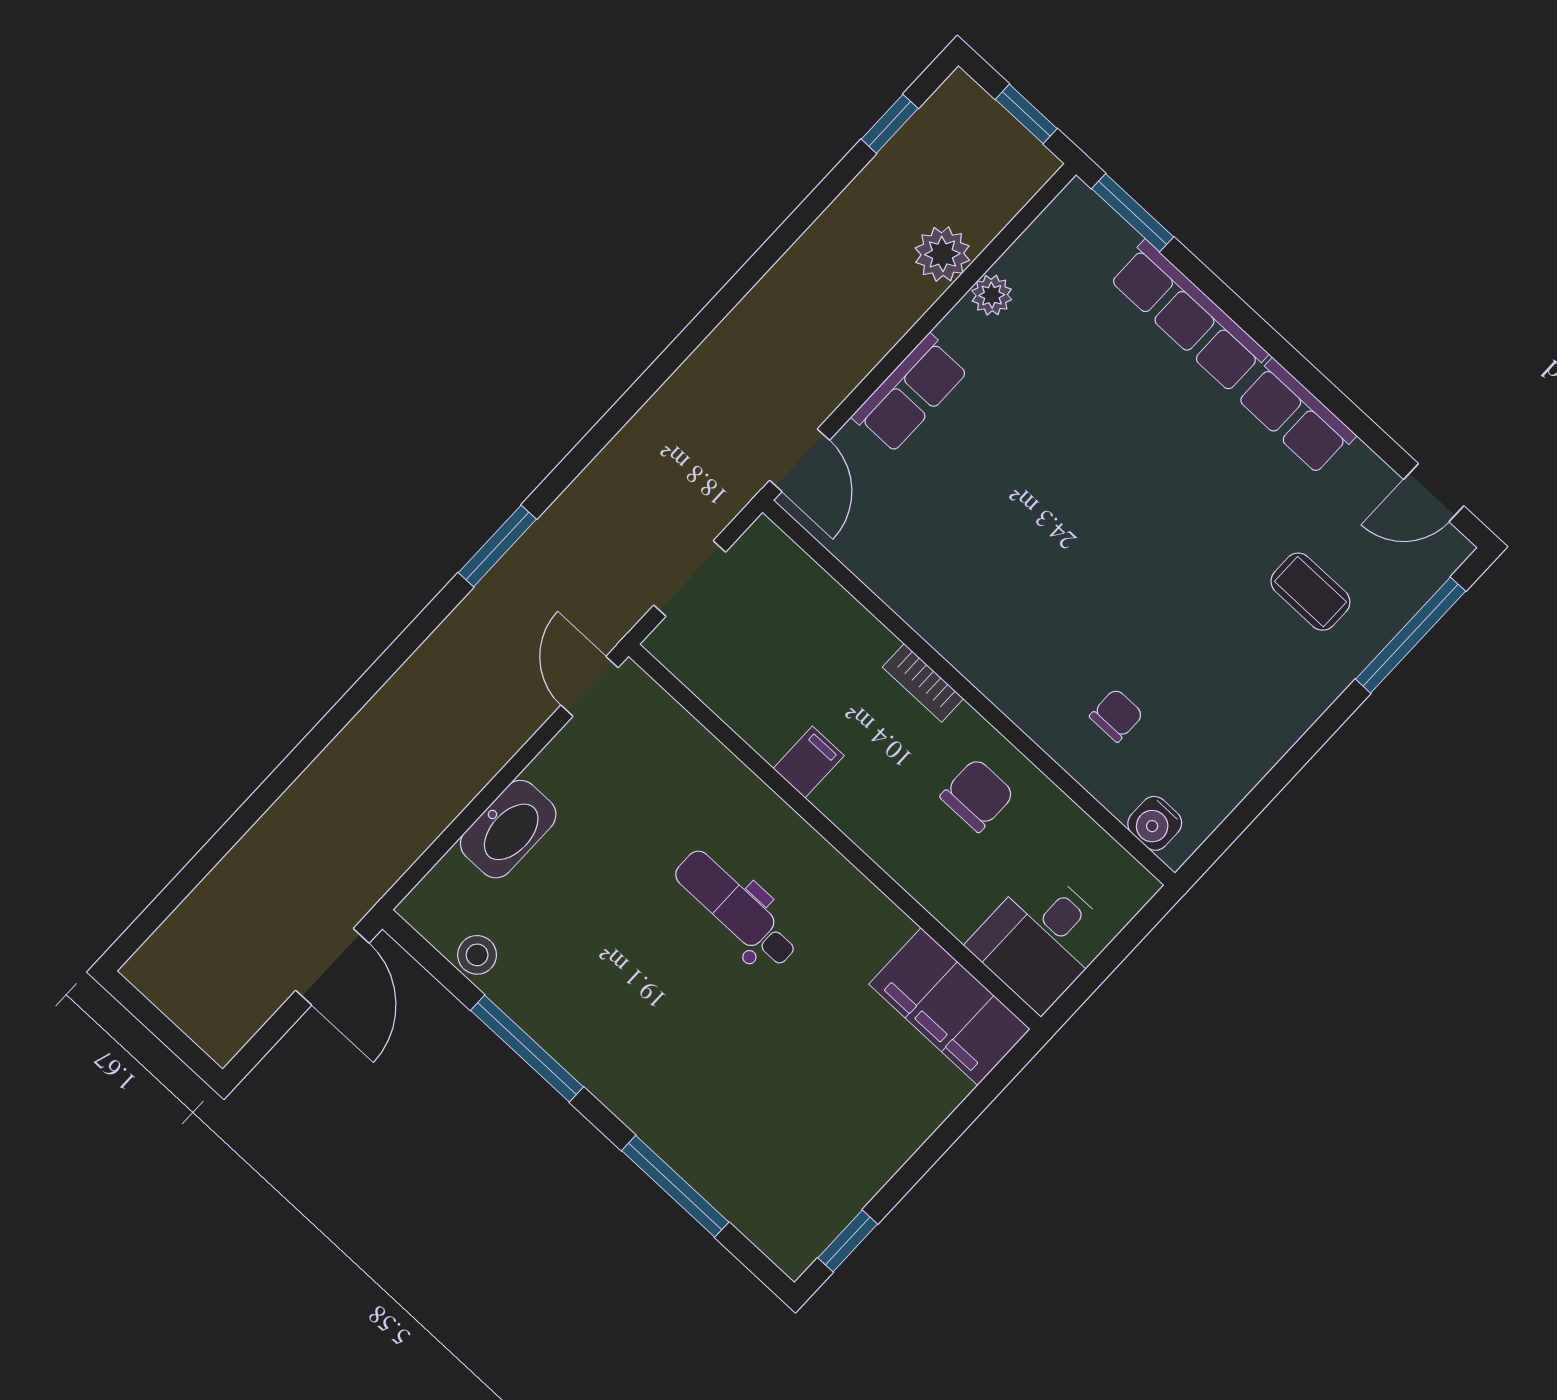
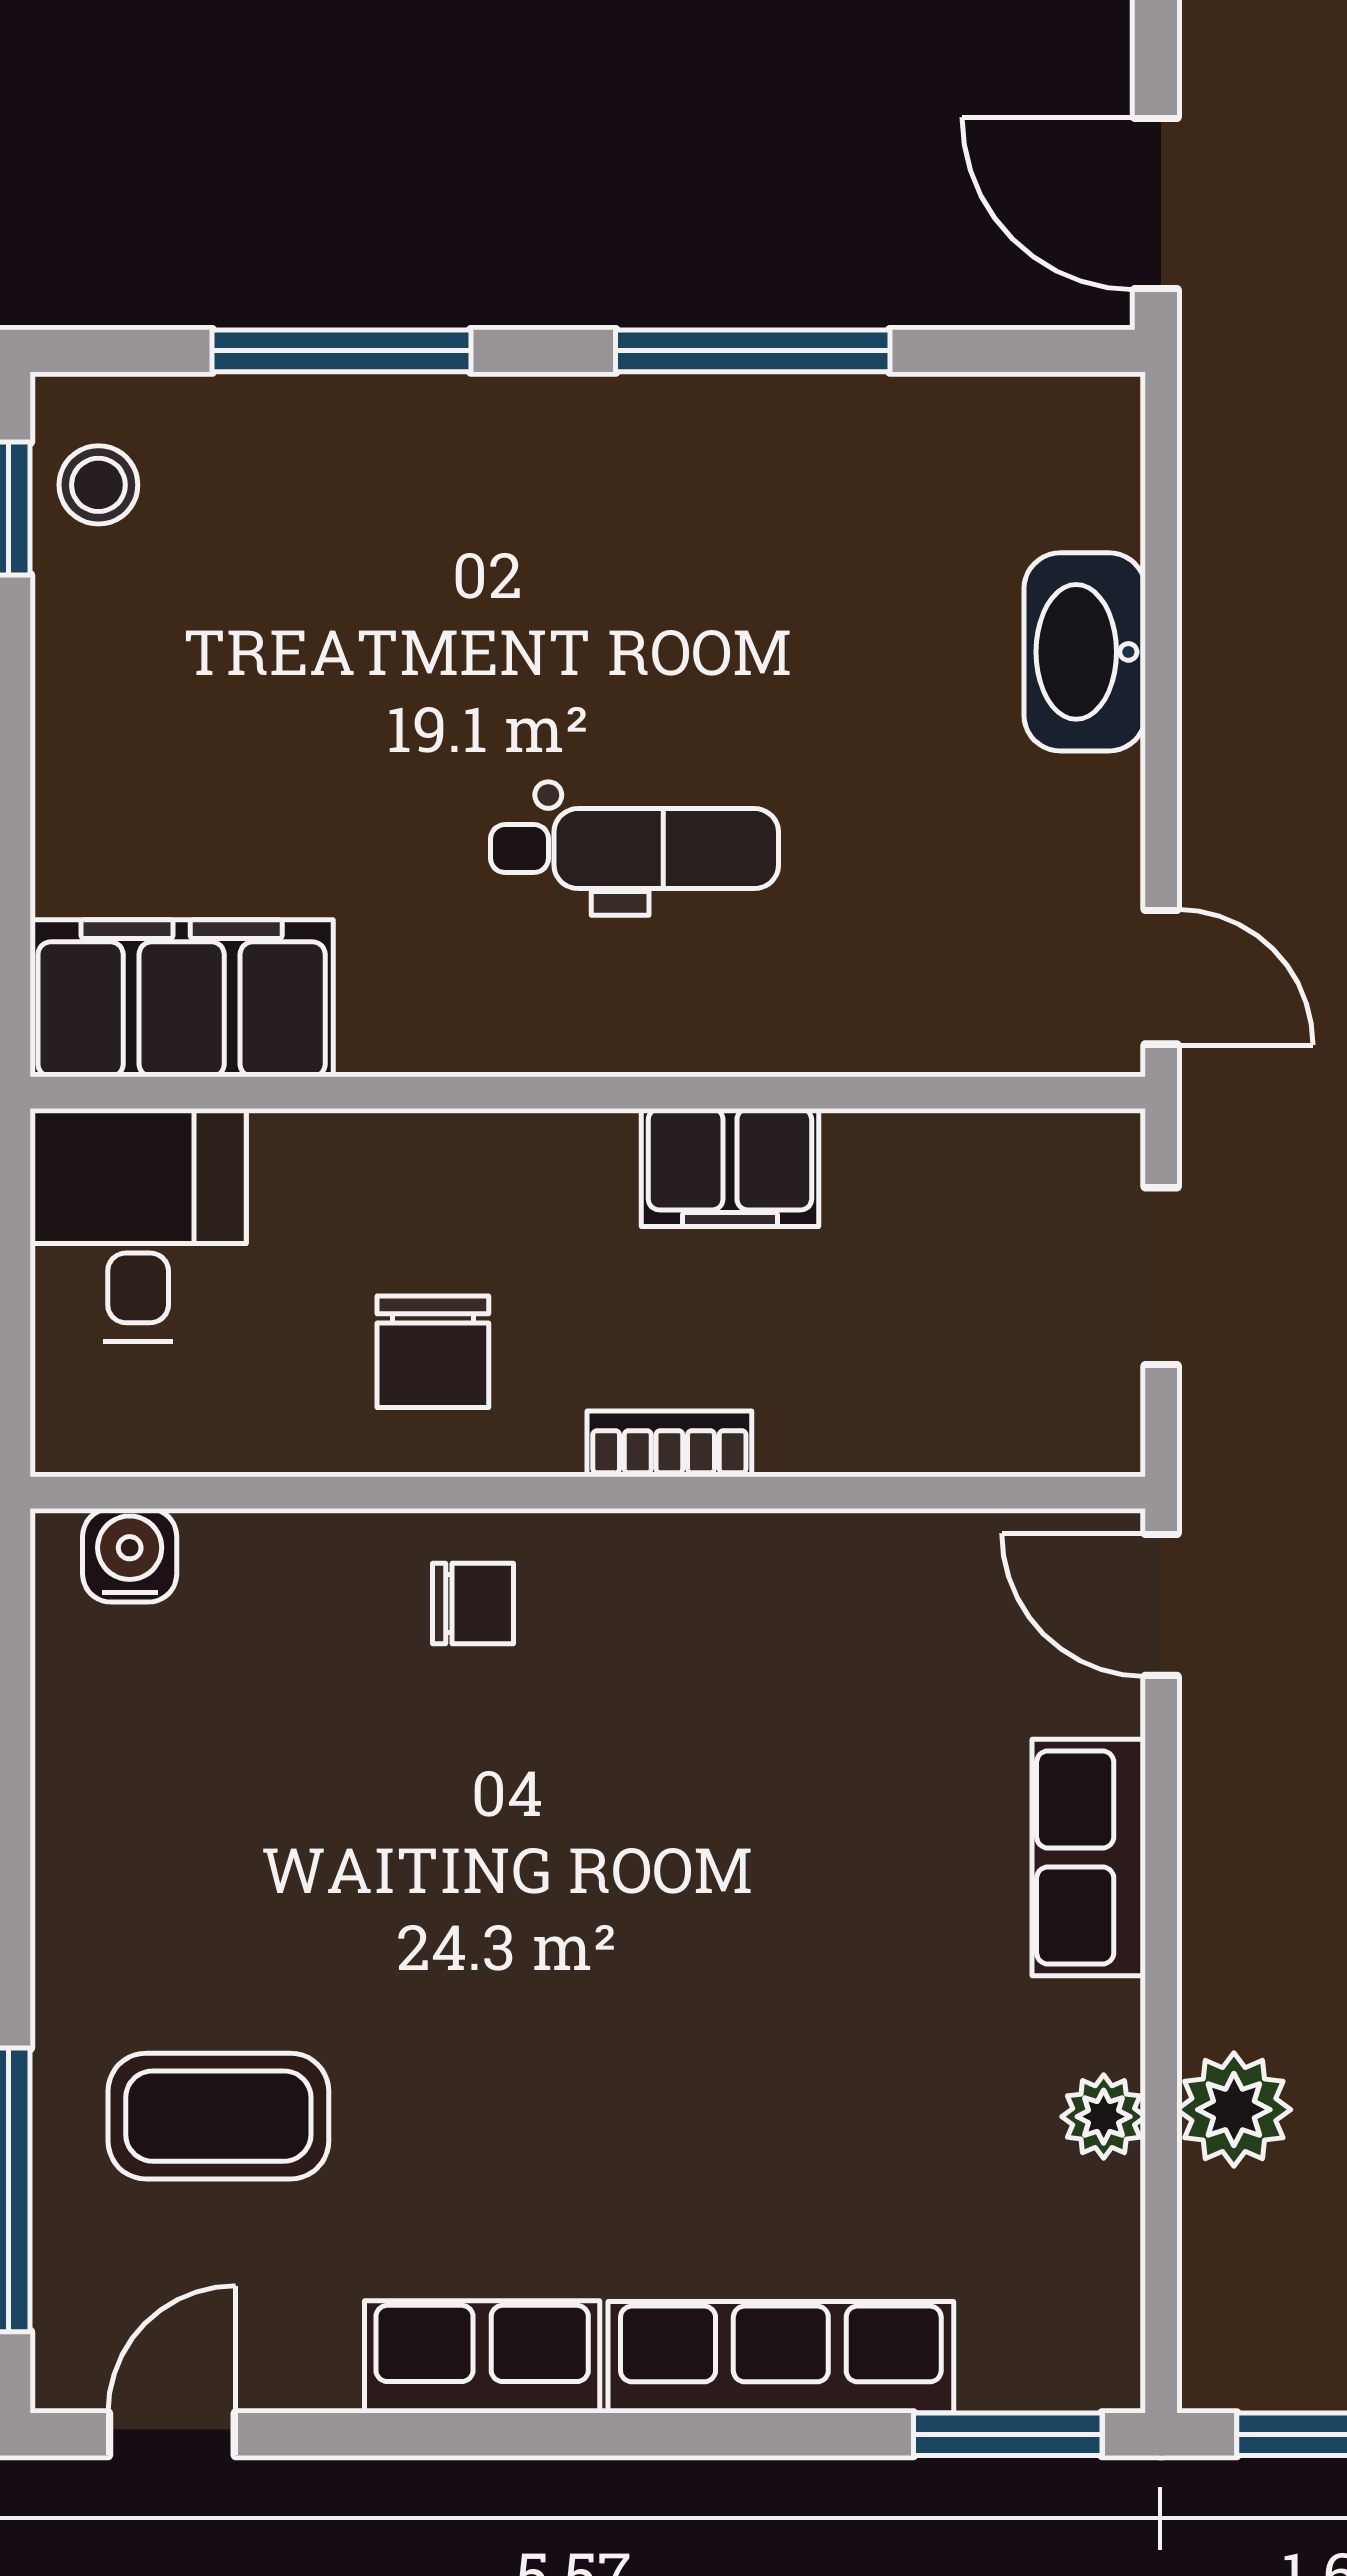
coffee table: (1310, 592) -> (218, 2116), width x1.36, depth x1.30
chair: (1116, 715) -> (473, 1603), moved, turned -90
filing cabinet: (809, 762) -> (730, 1168), width x2.00
stool: (477, 955) -> (98, 485), moved

